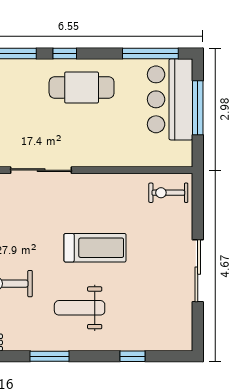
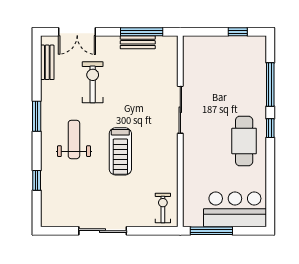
window: (150, 54) -> (270, 194), removed
window: (198, 108) -> (211, 231), moved

